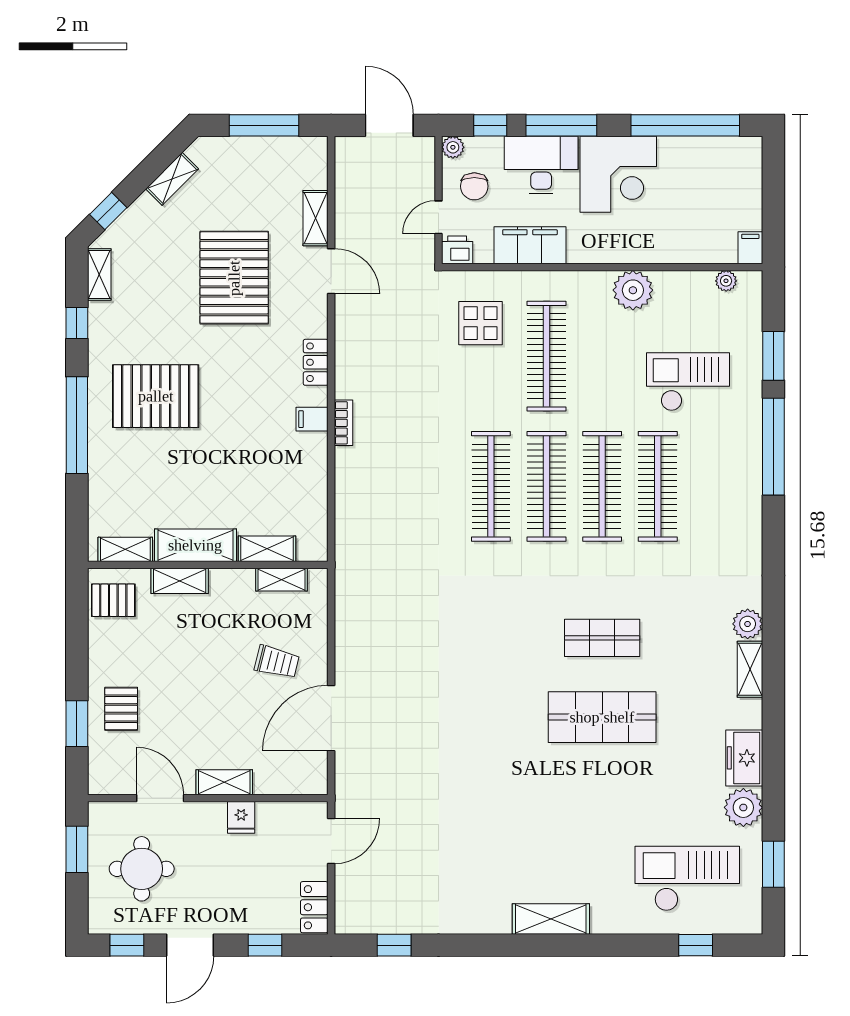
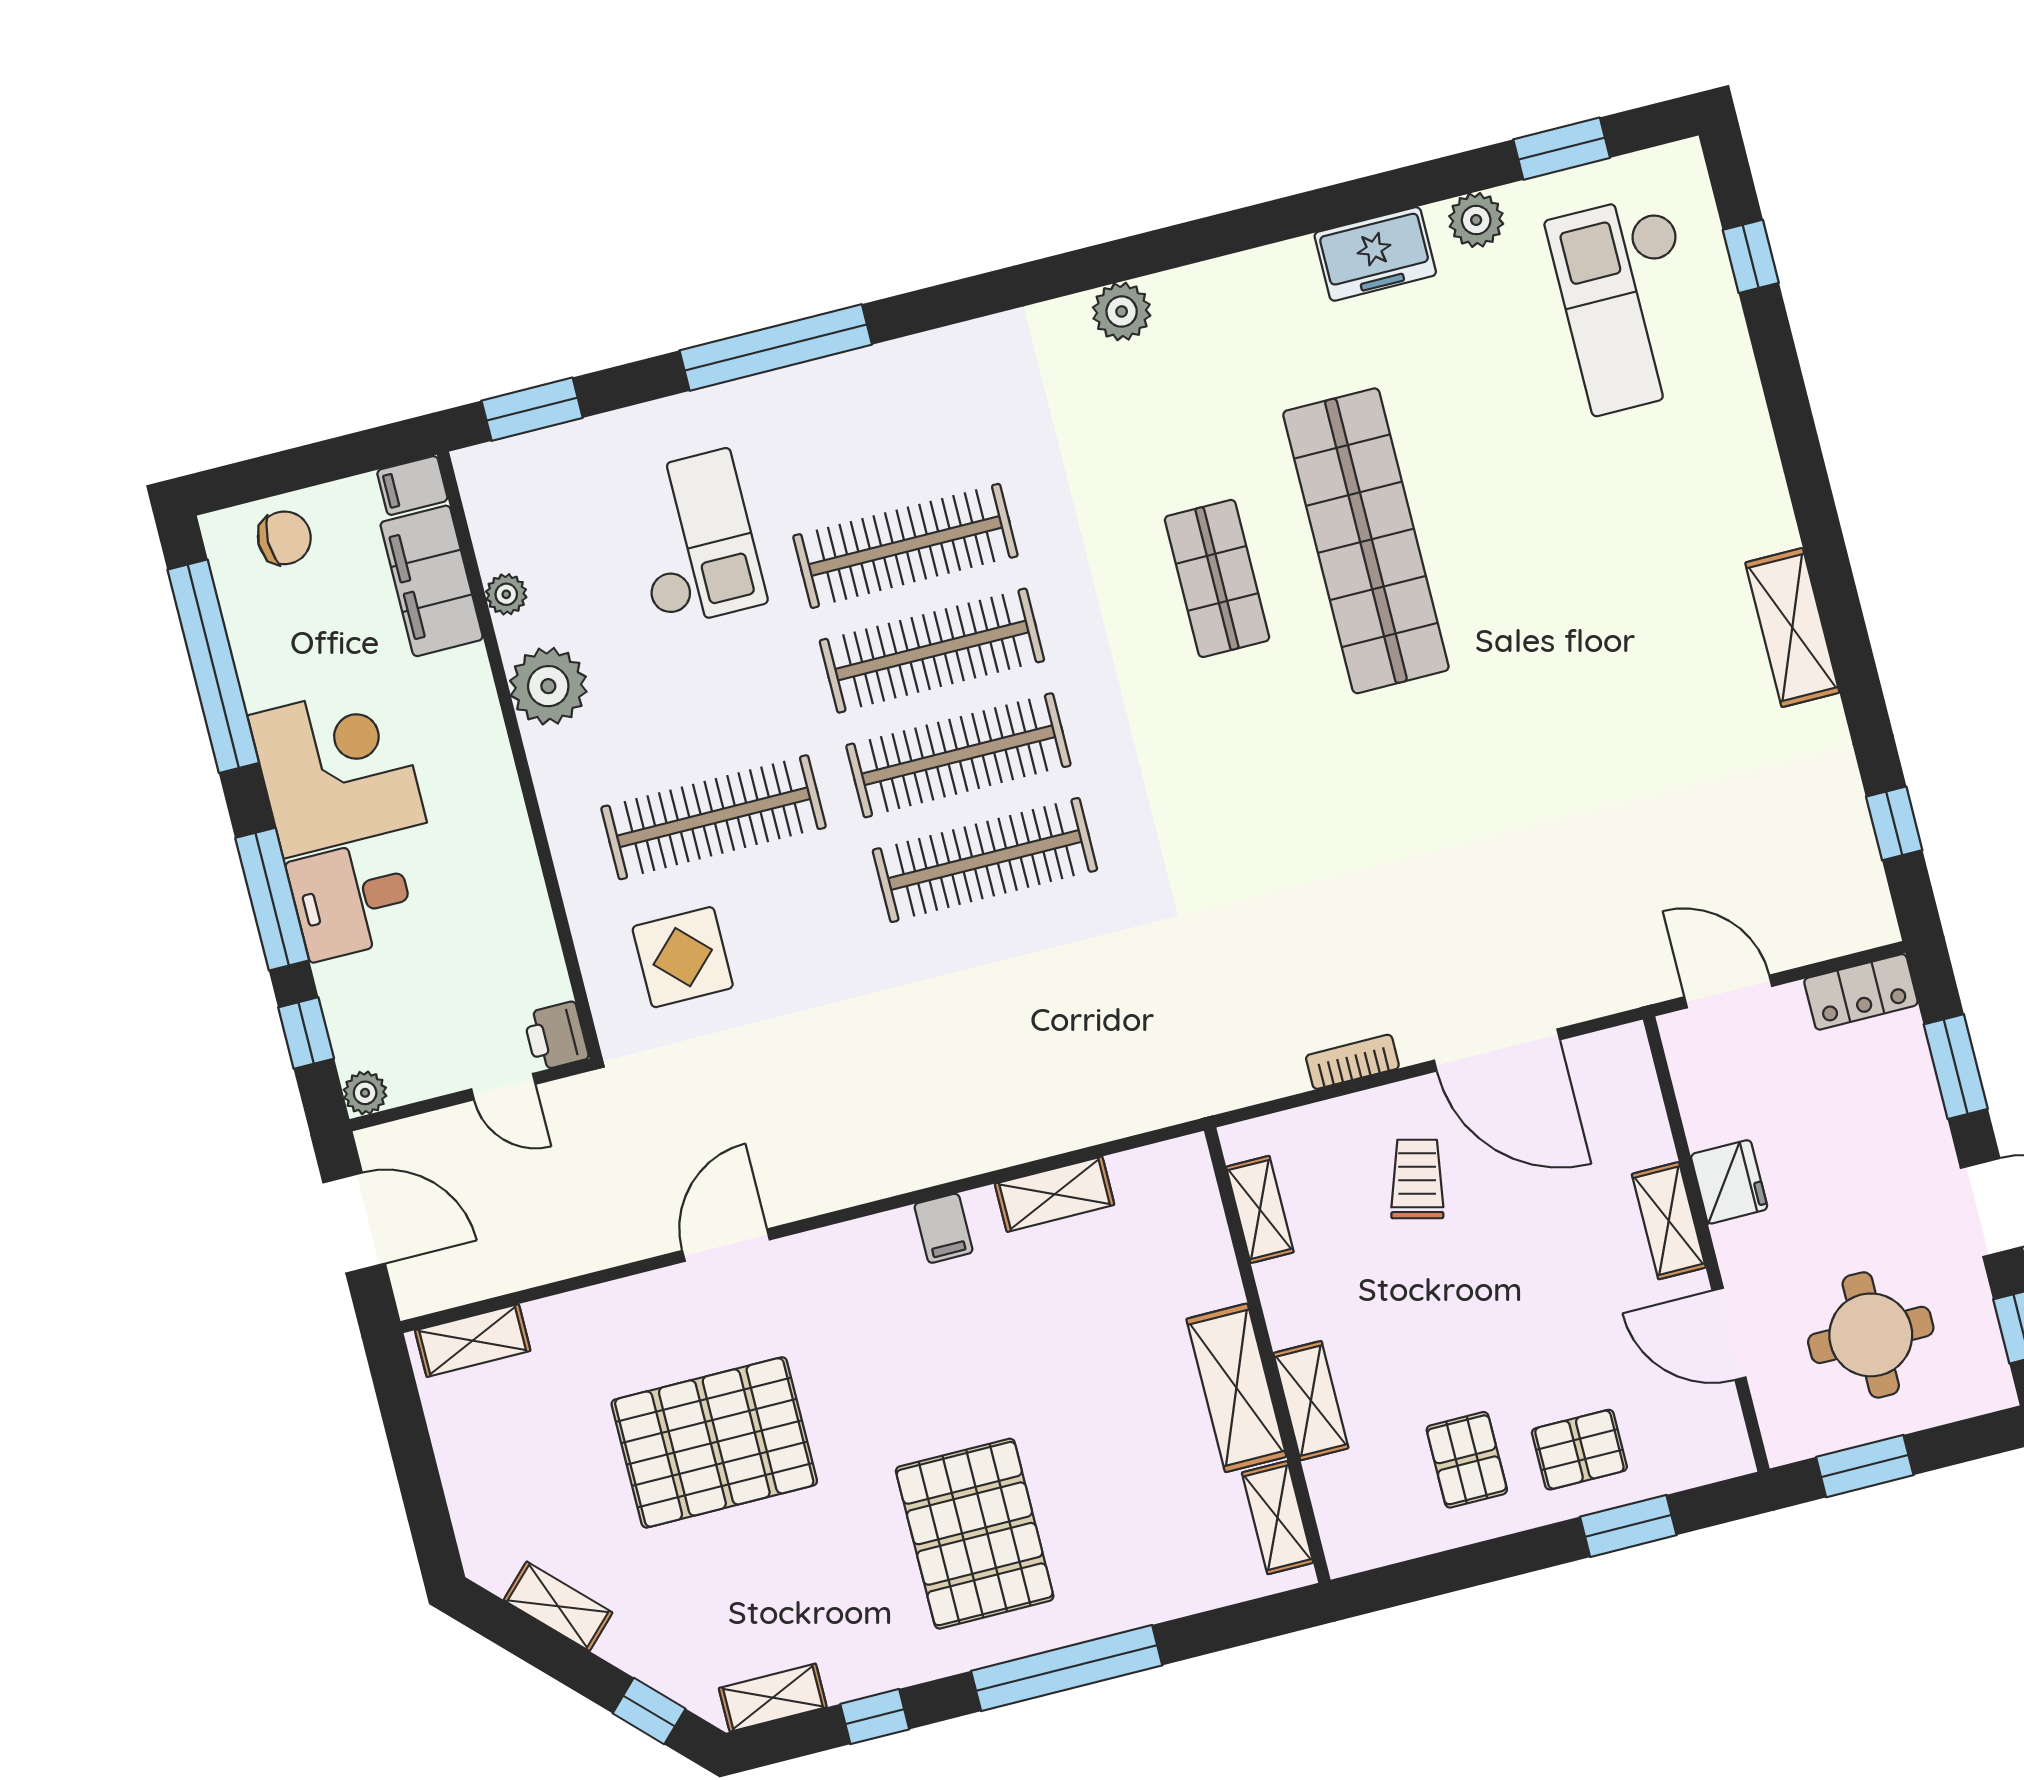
window: (264, 125) -> (414, 1459), removed
door: (389, 125) -> (354, 1223), swing flipped
desk: (541, 165) -> (352, 900), width x0.73
chair: (474, 186) -> (284, 538), moved
shelving: (316, 218) -> (473, 1341), moved
filing cabinet: (530, 245) -> (432, 581), moved
door: (331, 271) -> (726, 1245), moved
plant: (726, 281) -> (506, 594), moved
window: (773, 356) -> (532, 409), moved
locker: (316, 362) -> (835, 1249), removed
checkout: (688, 382) -> (694, 539), turned 180
bookcase: (344, 423) -> (1352, 1062), moved
shelving: (267, 549) -> (1055, 1194), moved, turned 90
pallet: (113, 600) -> (1467, 1460), moved
shelving: (750, 669) -> (1206, 286), removed
shop shelf: (602, 717) -> (1366, 541), width x1.40
door: (160, 798) -> (1729, 1334), hinge flipped
plant: (743, 807) -> (1476, 220), width x0.73, depth x0.73
fridge: (241, 817) -> (1729, 1182), width x1.38
shelving: (551, 919) -> (1792, 628), moved
window: (265, 945) -> (1956, 1067), width x1.50

